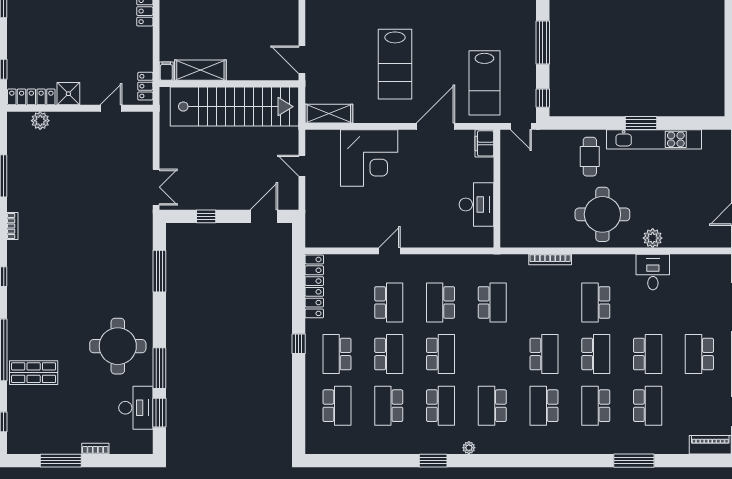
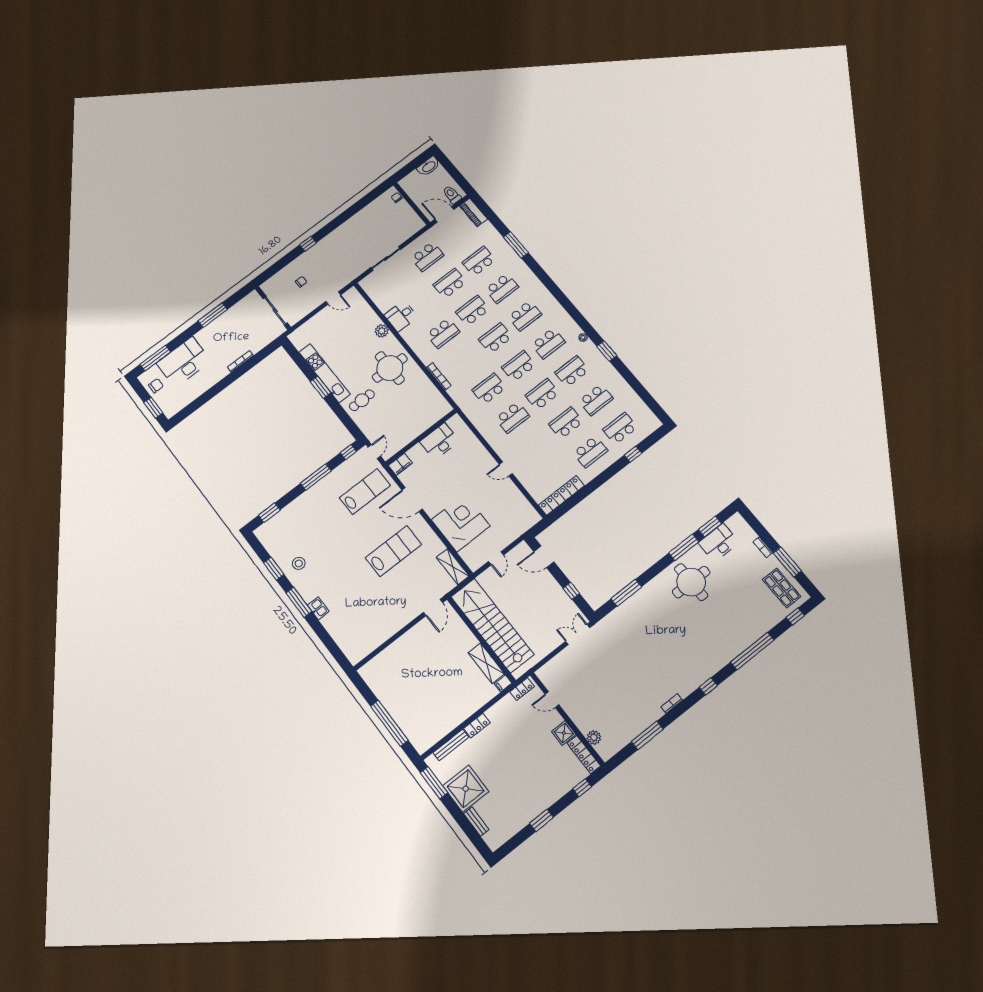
school desk: (389, 302) -> (519, 366), moved
window: (299, 344) -> (633, 454), moved
shop shelf: (34, 373) -> (782, 588), moved

